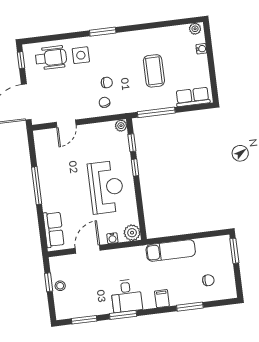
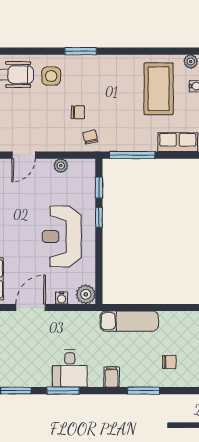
coffee table: (154, 71) -> (159, 89), moved, width x1.36, depth x1.32
chair: (105, 102) -> (90, 137), moved
plant: (121, 126) -> (61, 166), moved
reception desk: (106, 187) -> (62, 236), turned 180

